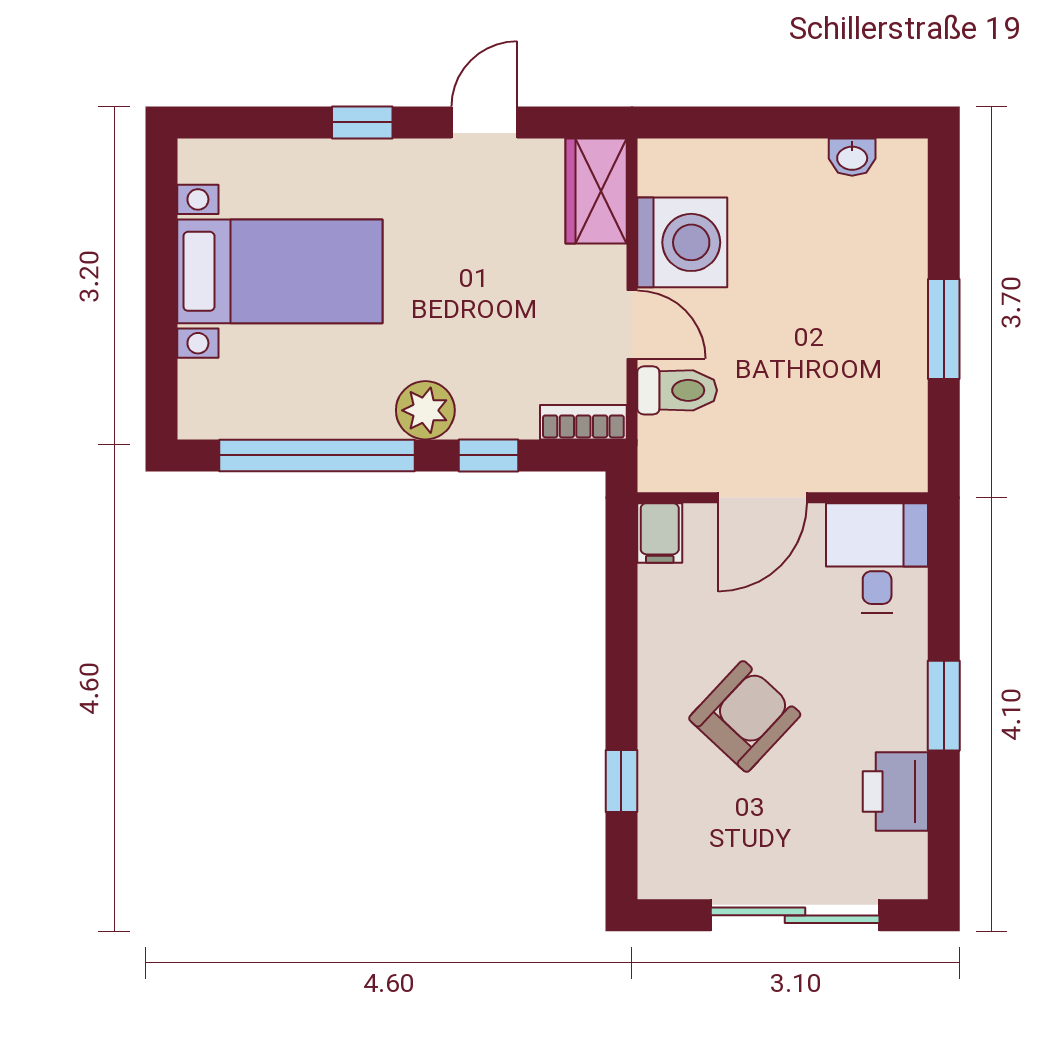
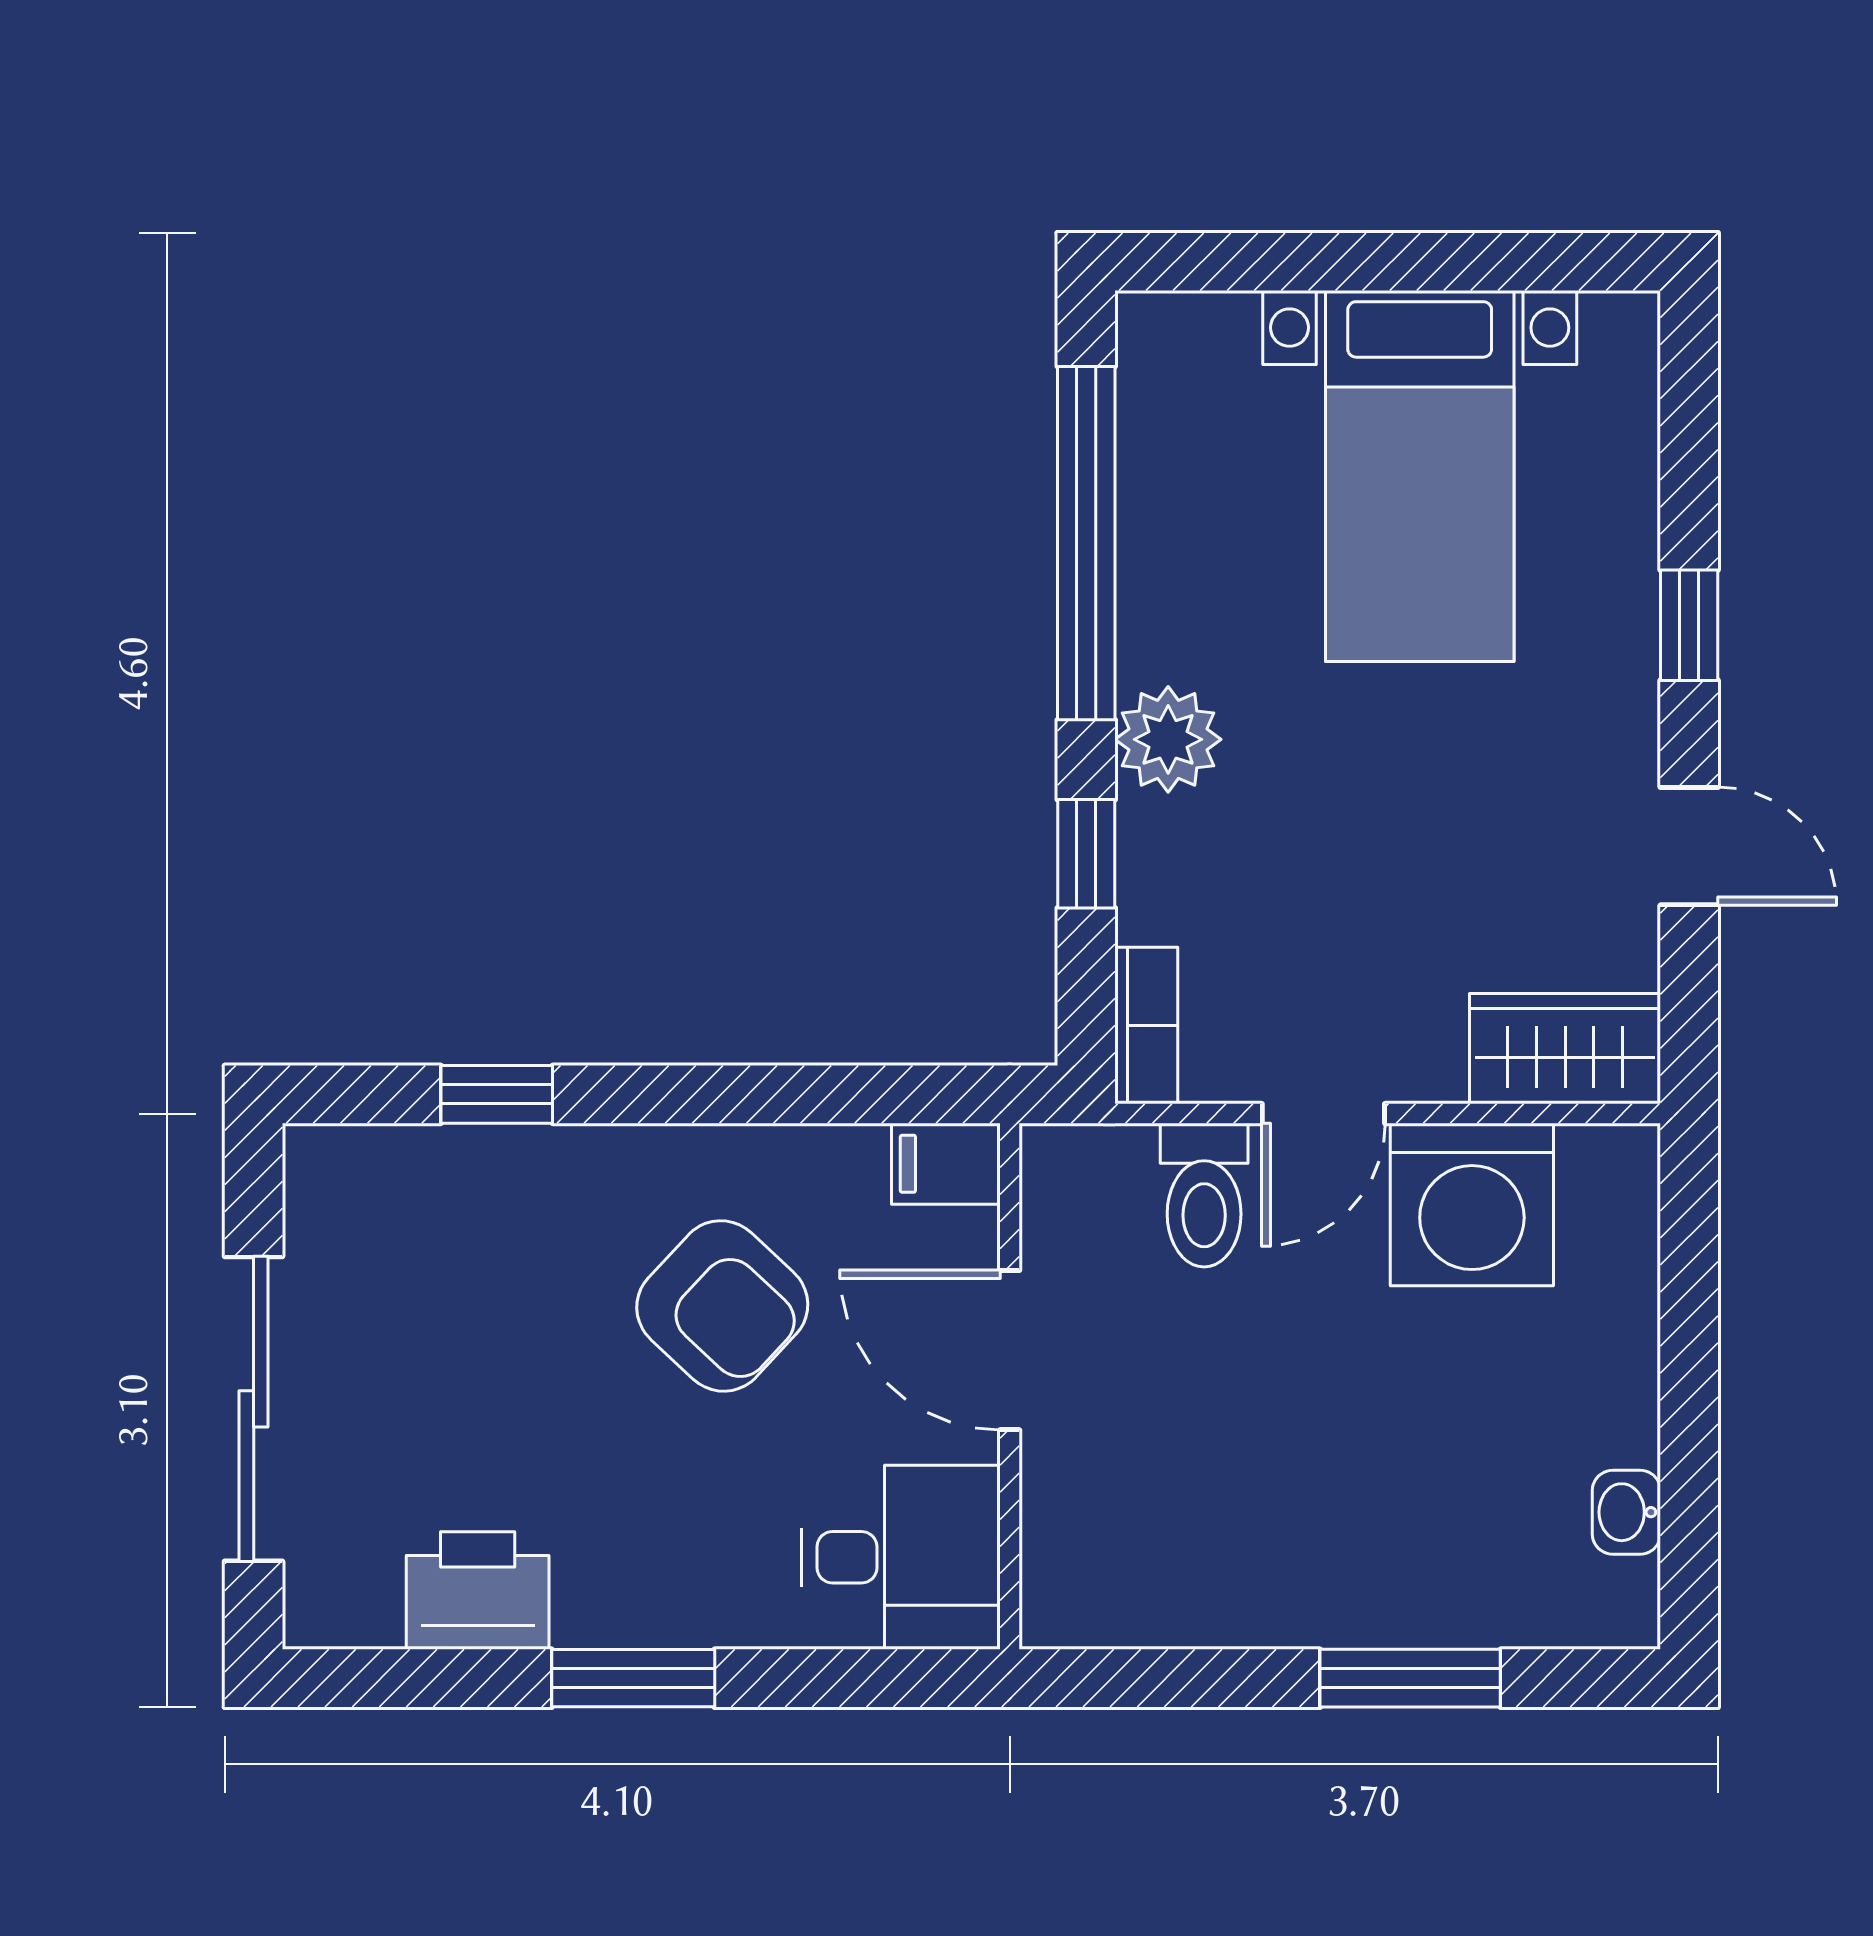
window: (944, 329) -> (1410, 1678), moved
armchair: (745, 716) -> (722, 1306), moved

